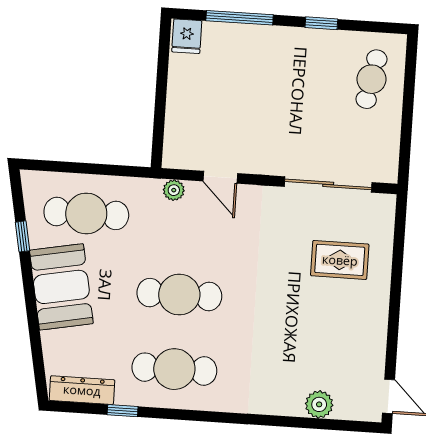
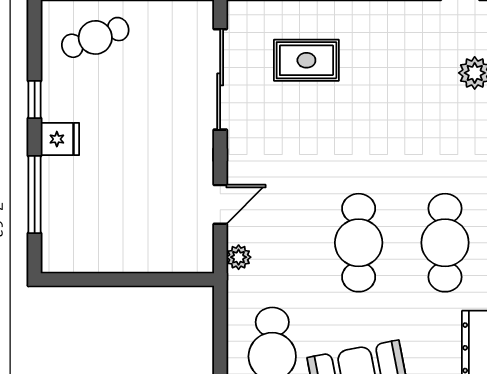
fridge: (187, 36) -> (60, 139), moved
cafe table: (372, 79) -> (95, 37), turned -31
rug: (340, 260) -> (306, 60), turned 90

